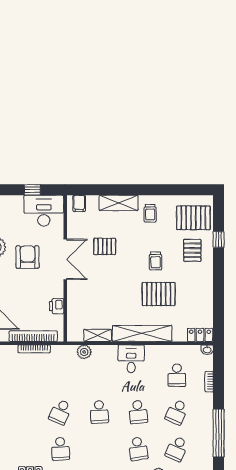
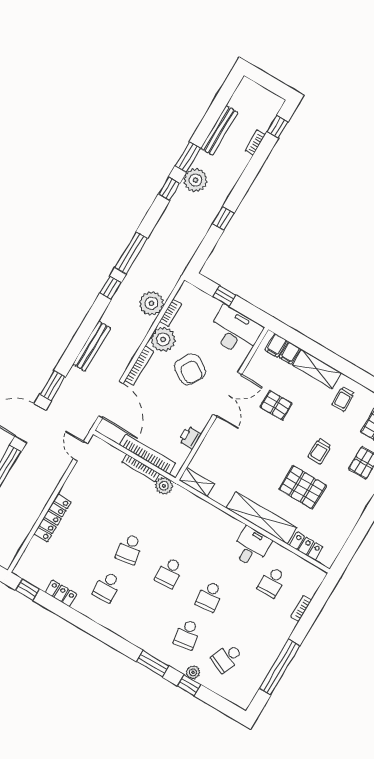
window: (32, 190) -> (224, 296), moved
filing cabinet: (92, 203) -> (290, 353), added
armchair: (28, 257) -> (190, 369), turned 122
shelving: (98, 335) -> (197, 482), moved
locker: (200, 335) -> (306, 546), moved
washbasin: (207, 350) -> (319, 574), removed
plant: (84, 352) -> (164, 486), moved
desk: (131, 359) -> (251, 547), moved
school desk: (60, 412) -> (129, 549), turned -33
school desk: (177, 412) -> (249, 620), removed

